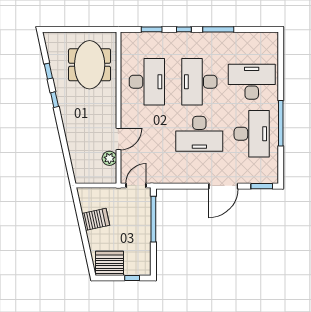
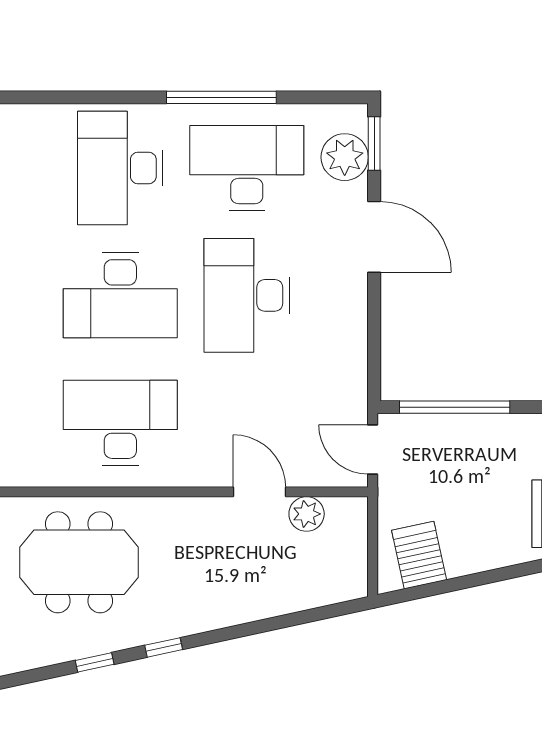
desk: (199, 134) -> (247, 295), turned 180
plant: (256, 174) -> (345, 157), added
server rack: (96, 219) -> (419, 555), moved

